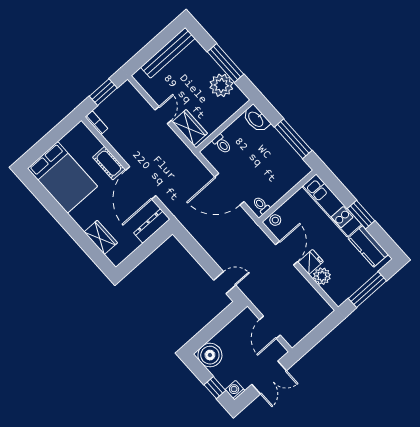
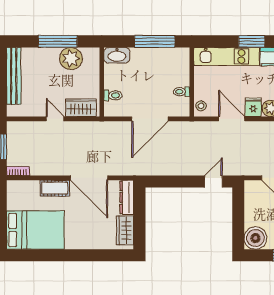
toilet: (261, 205) -> (181, 92), moved
wardrobe: (101, 237) -> (125, 231), moved, turned -90

